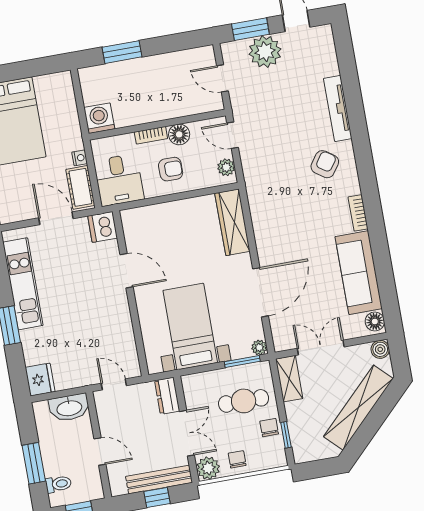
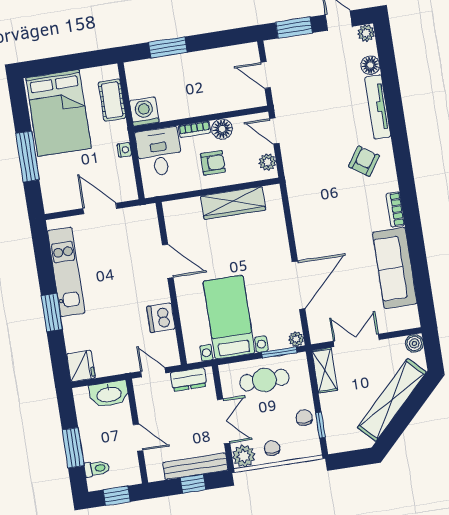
plant: (265, 52) -> (366, 33), moved, width x0.53, depth x0.53
desk: (119, 180) -> (159, 152), moved, turned 180
cot: (80, 187) -> (112, 100), moved
wardrobe: (232, 222) -> (233, 203), moved, turned -90
dishwasher: (103, 227) -> (161, 318), moved
floor lamp: (375, 321) -> (370, 65), moved
dresser: (167, 396) -> (188, 379), moved, turned -90
cafe table: (244, 401) -> (264, 380), moved

